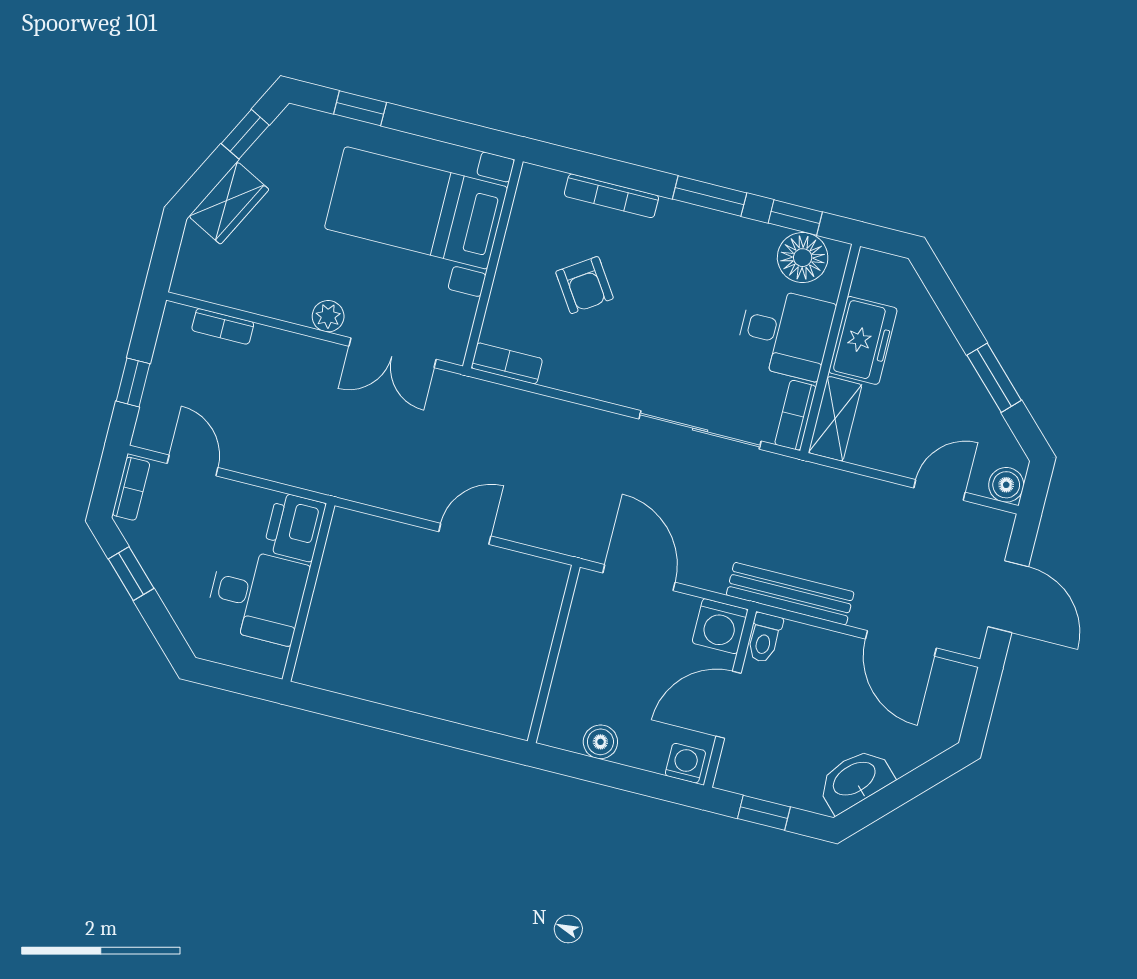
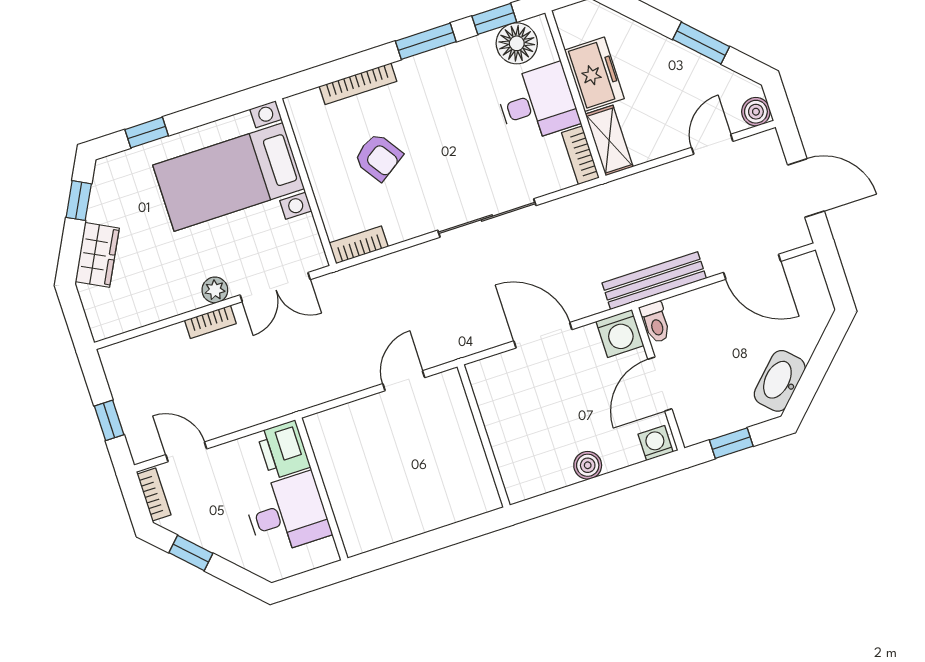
bookcase: (223, 326) -> (210, 322), moved
sliding door: (700, 430) -> (487, 218), moved
wall: (554, 654) -> (484, 436), moved

